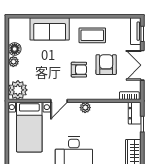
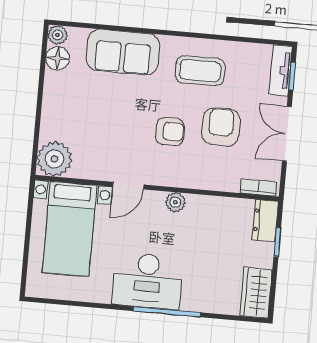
floor lamp: (15, 49) -> (58, 58), moved
plant: (13, 62) -> (57, 35), moved

